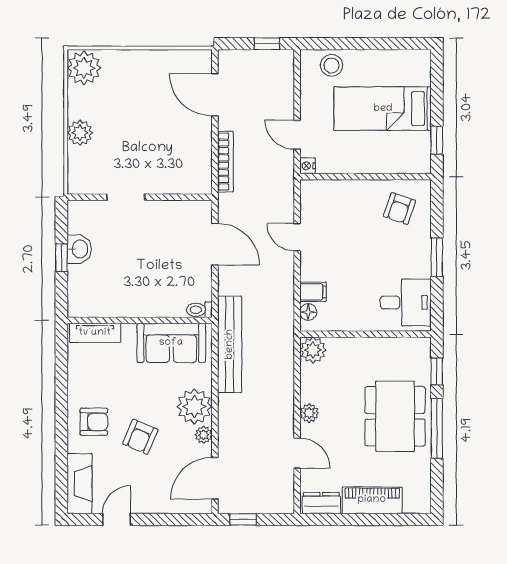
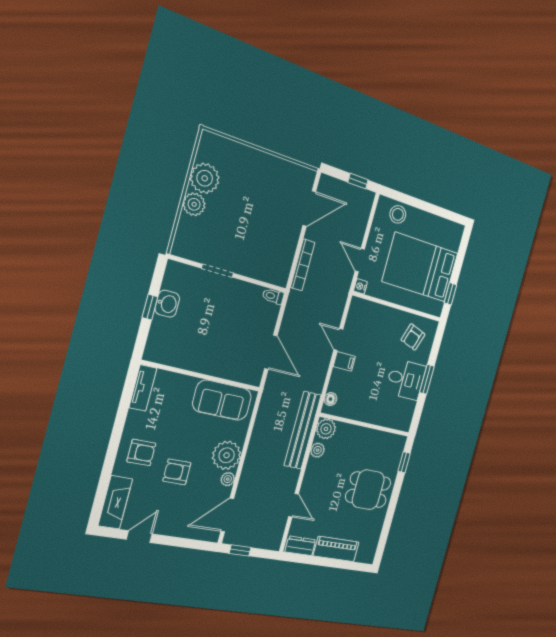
plant: (84, 68) -> (205, 178), moved
door: (215, 95) -> (309, 209), swing flipped
bed: (383, 109) -> (420, 267), width x1.50
door: (215, 244) -> (271, 352), moved
filing cabinet: (313, 292) -> (344, 361), moved
desk: (406, 302) -> (406, 379), moved
toilet: (199, 310) -> (273, 296), moved
tv unit: (95, 333) -> (143, 388), moved, turned -90
bench: (230, 344) -> (303, 430), moved
plant: (309, 413) -> (318, 450), moved
dining table: (395, 416) -> (368, 490), width x0.73
window: (437, 428) -> (393, 503), removed
armchair: (140, 437) -> (177, 472), turned 67

